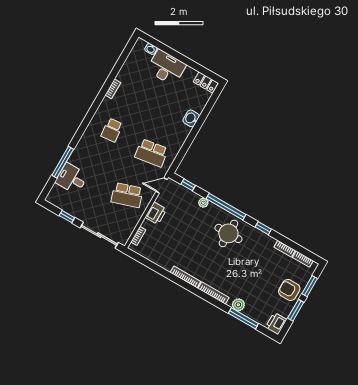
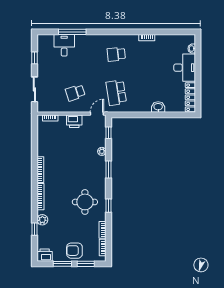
locker: (206, 82) -> (190, 97), width x1.53
door: (162, 185) -> (97, 114), hinge flipped
school desk: (127, 195) -> (75, 93), width x0.54
window: (226, 207) -> (108, 170), width x0.47
round table: (228, 233) -> (85, 202), moved
sliding door: (99, 235) -> (34, 89), width x0.73
armchair: (289, 290) -> (74, 251), turned -90
window: (243, 318) -> (34, 229), width x0.46

